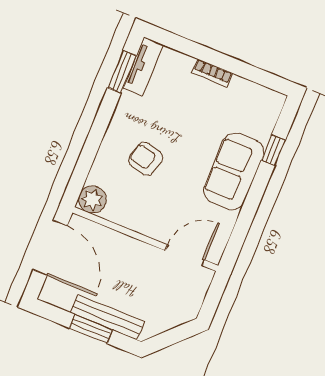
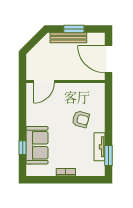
tv unit: (143, 67) -> (100, 147), moved
sofa: (234, 171) -> (37, 145), moved
plant: (92, 200) -> (98, 90), removed

